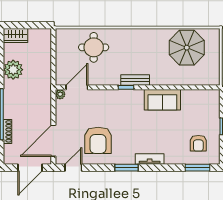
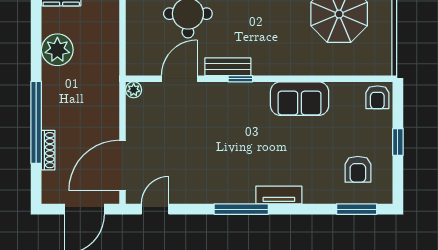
bench: (135, 80) -> (228, 67), moved
door: (77, 87) -> (179, 79), moved
armchair: (98, 140) -> (377, 97), moved, width x0.53, depth x0.53
window: (127, 168) -> (241, 209), width x1.44

